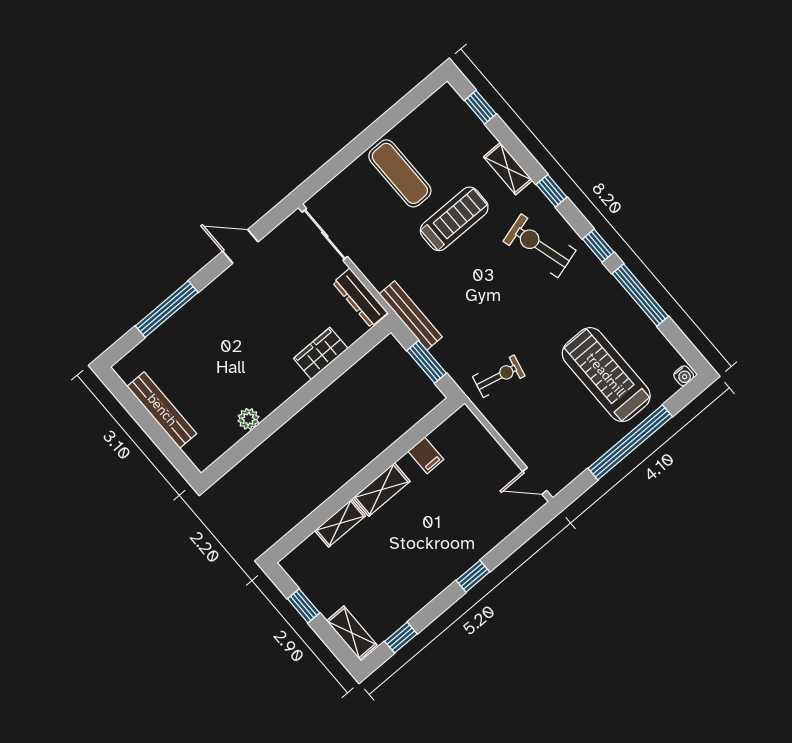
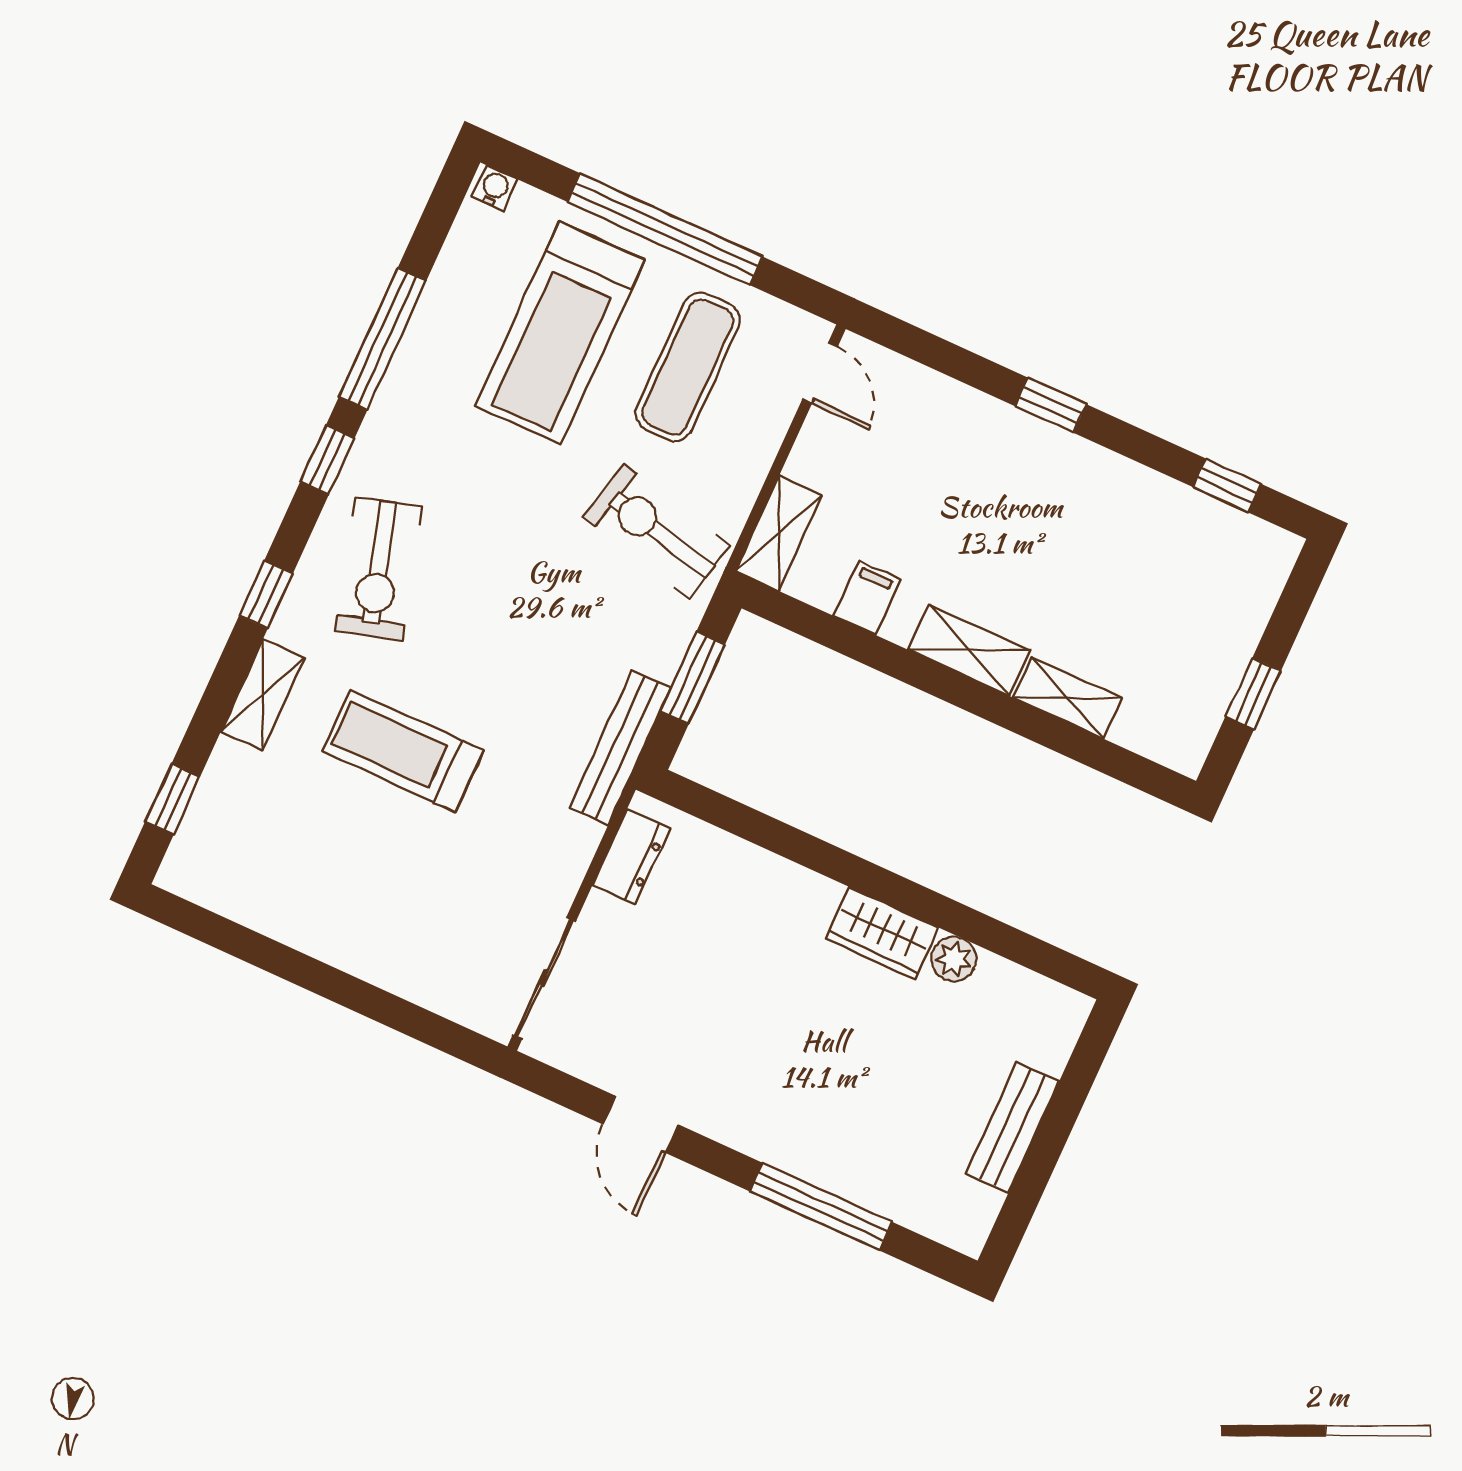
exercise mat: (400, 173) -> (688, 367), moved
dresser: (360, 298) -> (631, 857), width x0.70
wardrobe: (321, 353) -> (882, 933), moved
exercise bike: (499, 376) -> (657, 531), width x1.38, depth x1.39
bench: (162, 410) -> (1012, 1128), width x0.73
shelving: (352, 633) -> (779, 533), moved

